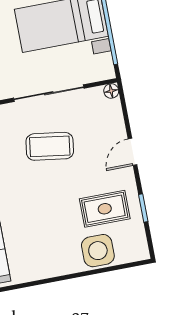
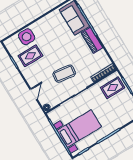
door: (133, 152) -> (34, 94), moved

